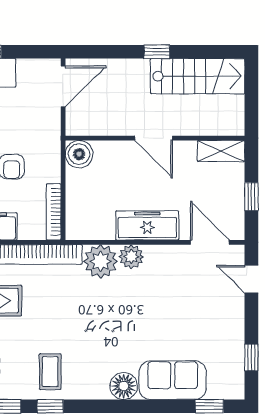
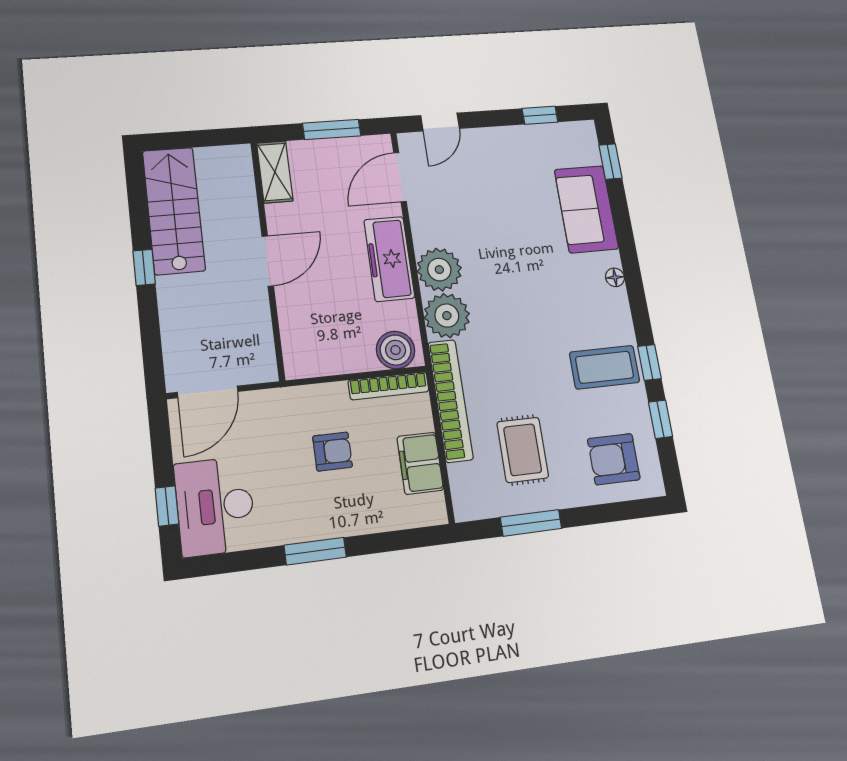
door: (63, 86) -> (208, 392), swing flipped
boiler: (79, 154) -> (396, 350), moved
window: (251, 197) -> (332, 129), width x1.50
plant: (131, 257) -> (439, 270), width x1.36, depth x1.36
coffee table: (50, 372) -> (605, 367), width x1.36, depth x1.30
floor lamp: (124, 386) -> (615, 277), width x0.53, depth x0.53

